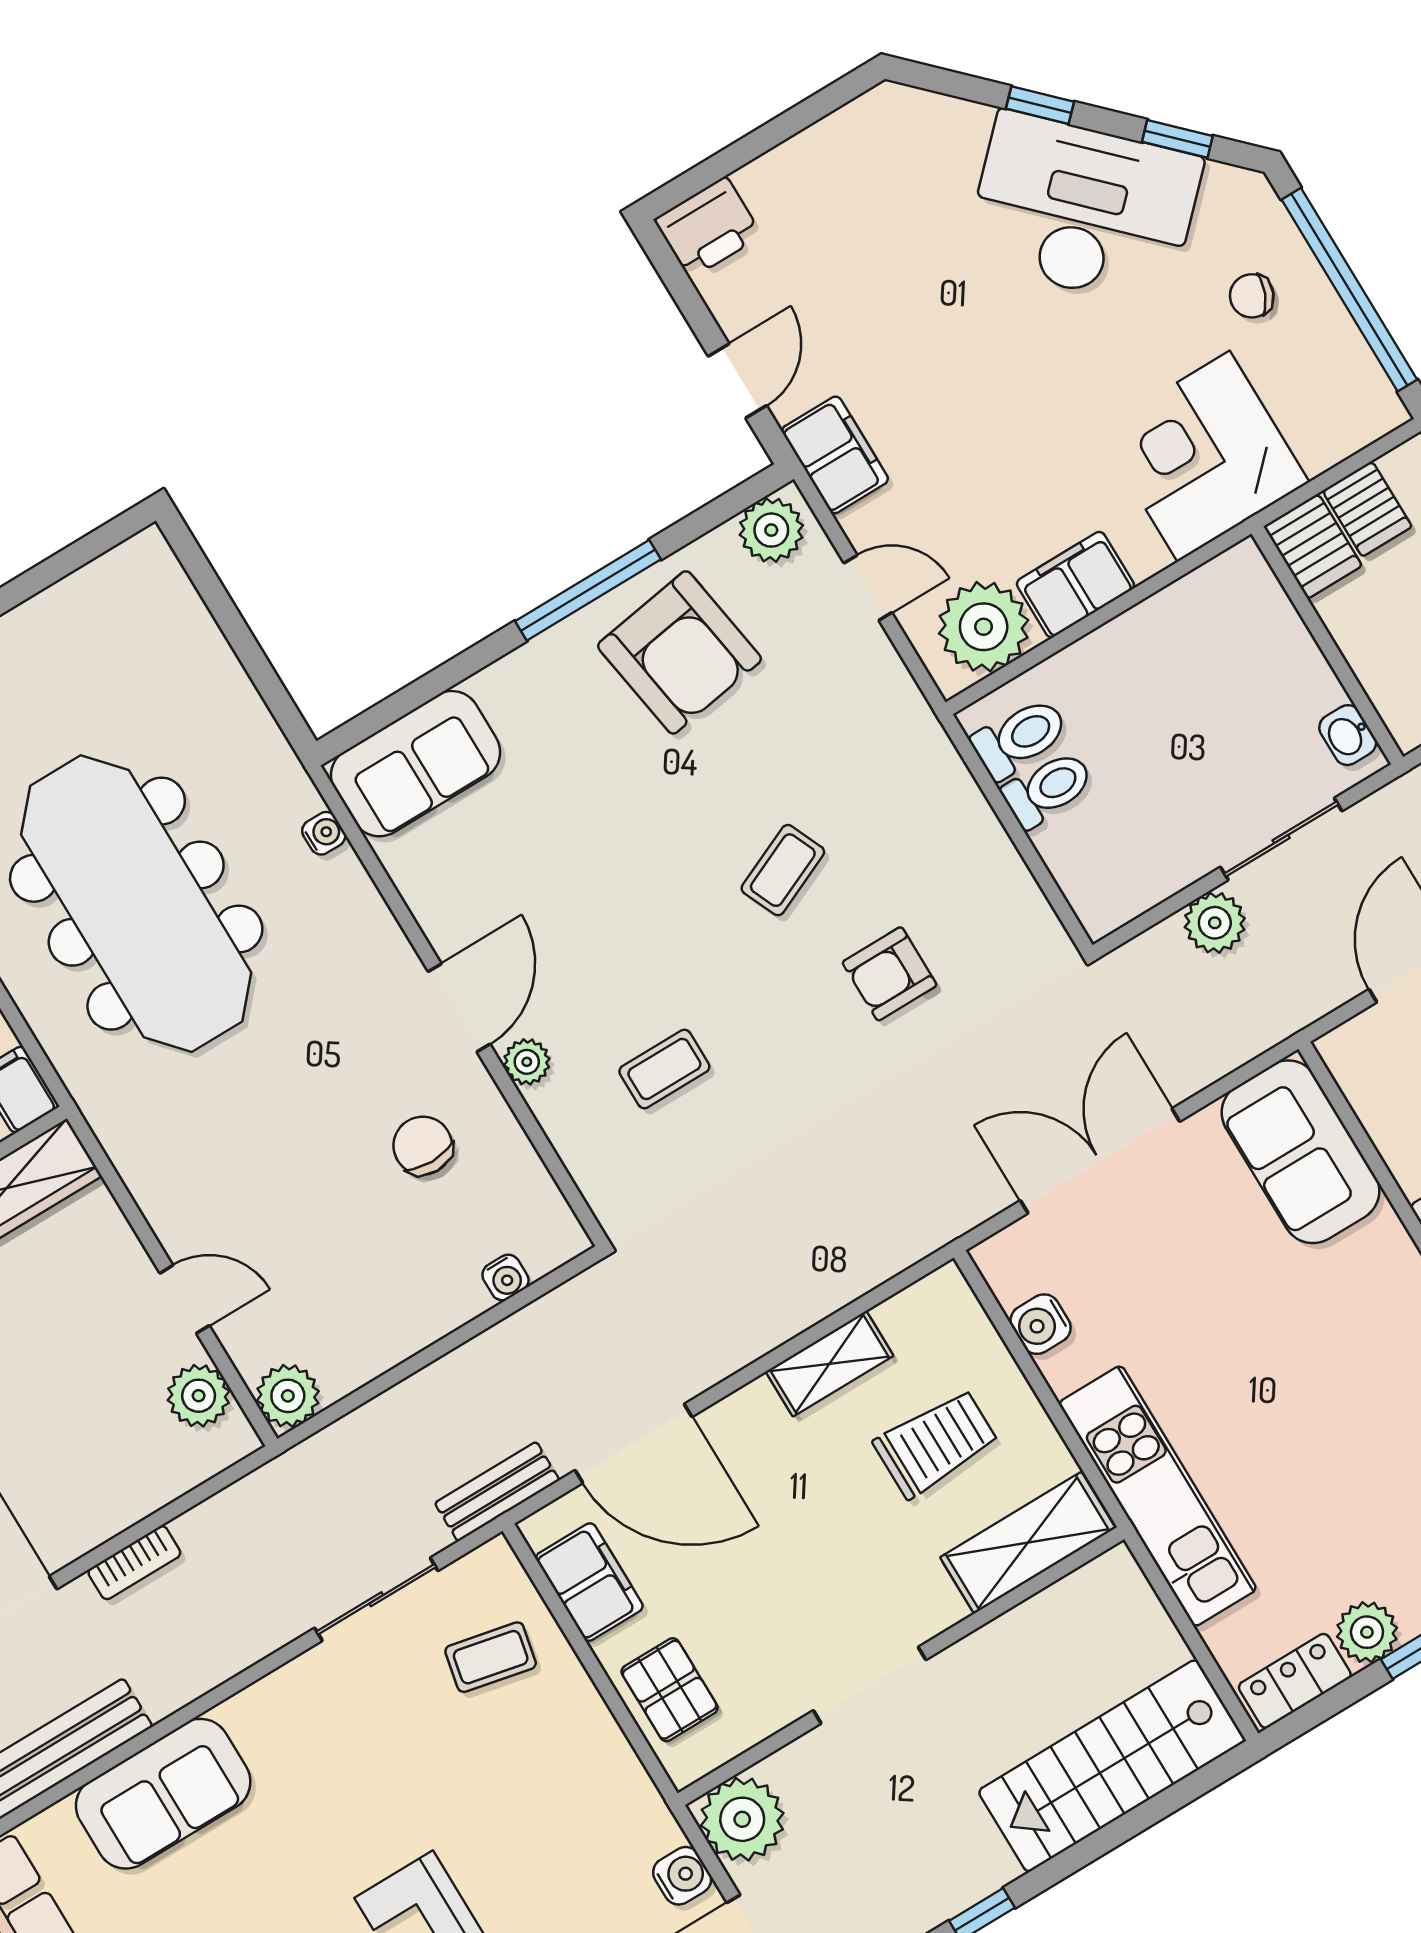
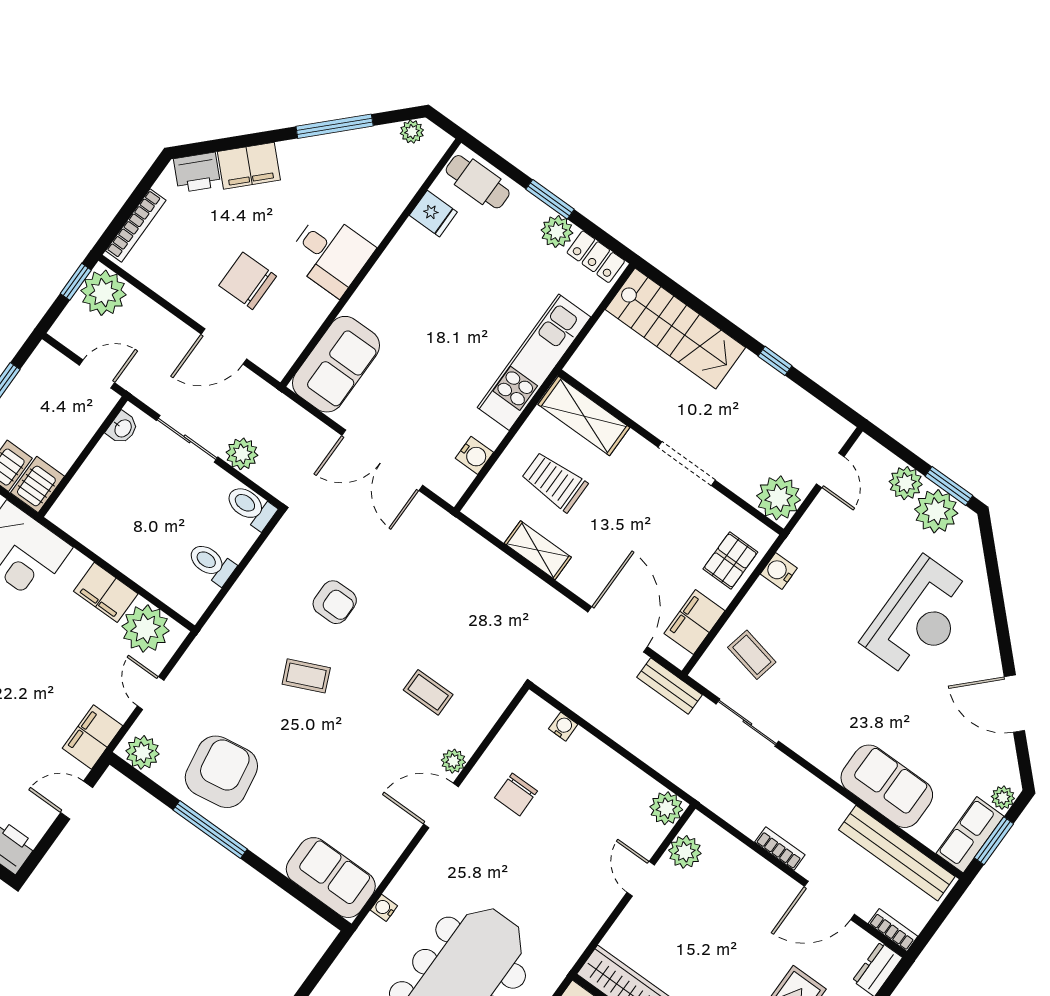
toilet: (1020, 738) -> (250, 507), moved
water cooler: (682, 1876) -> (779, 571), moved

